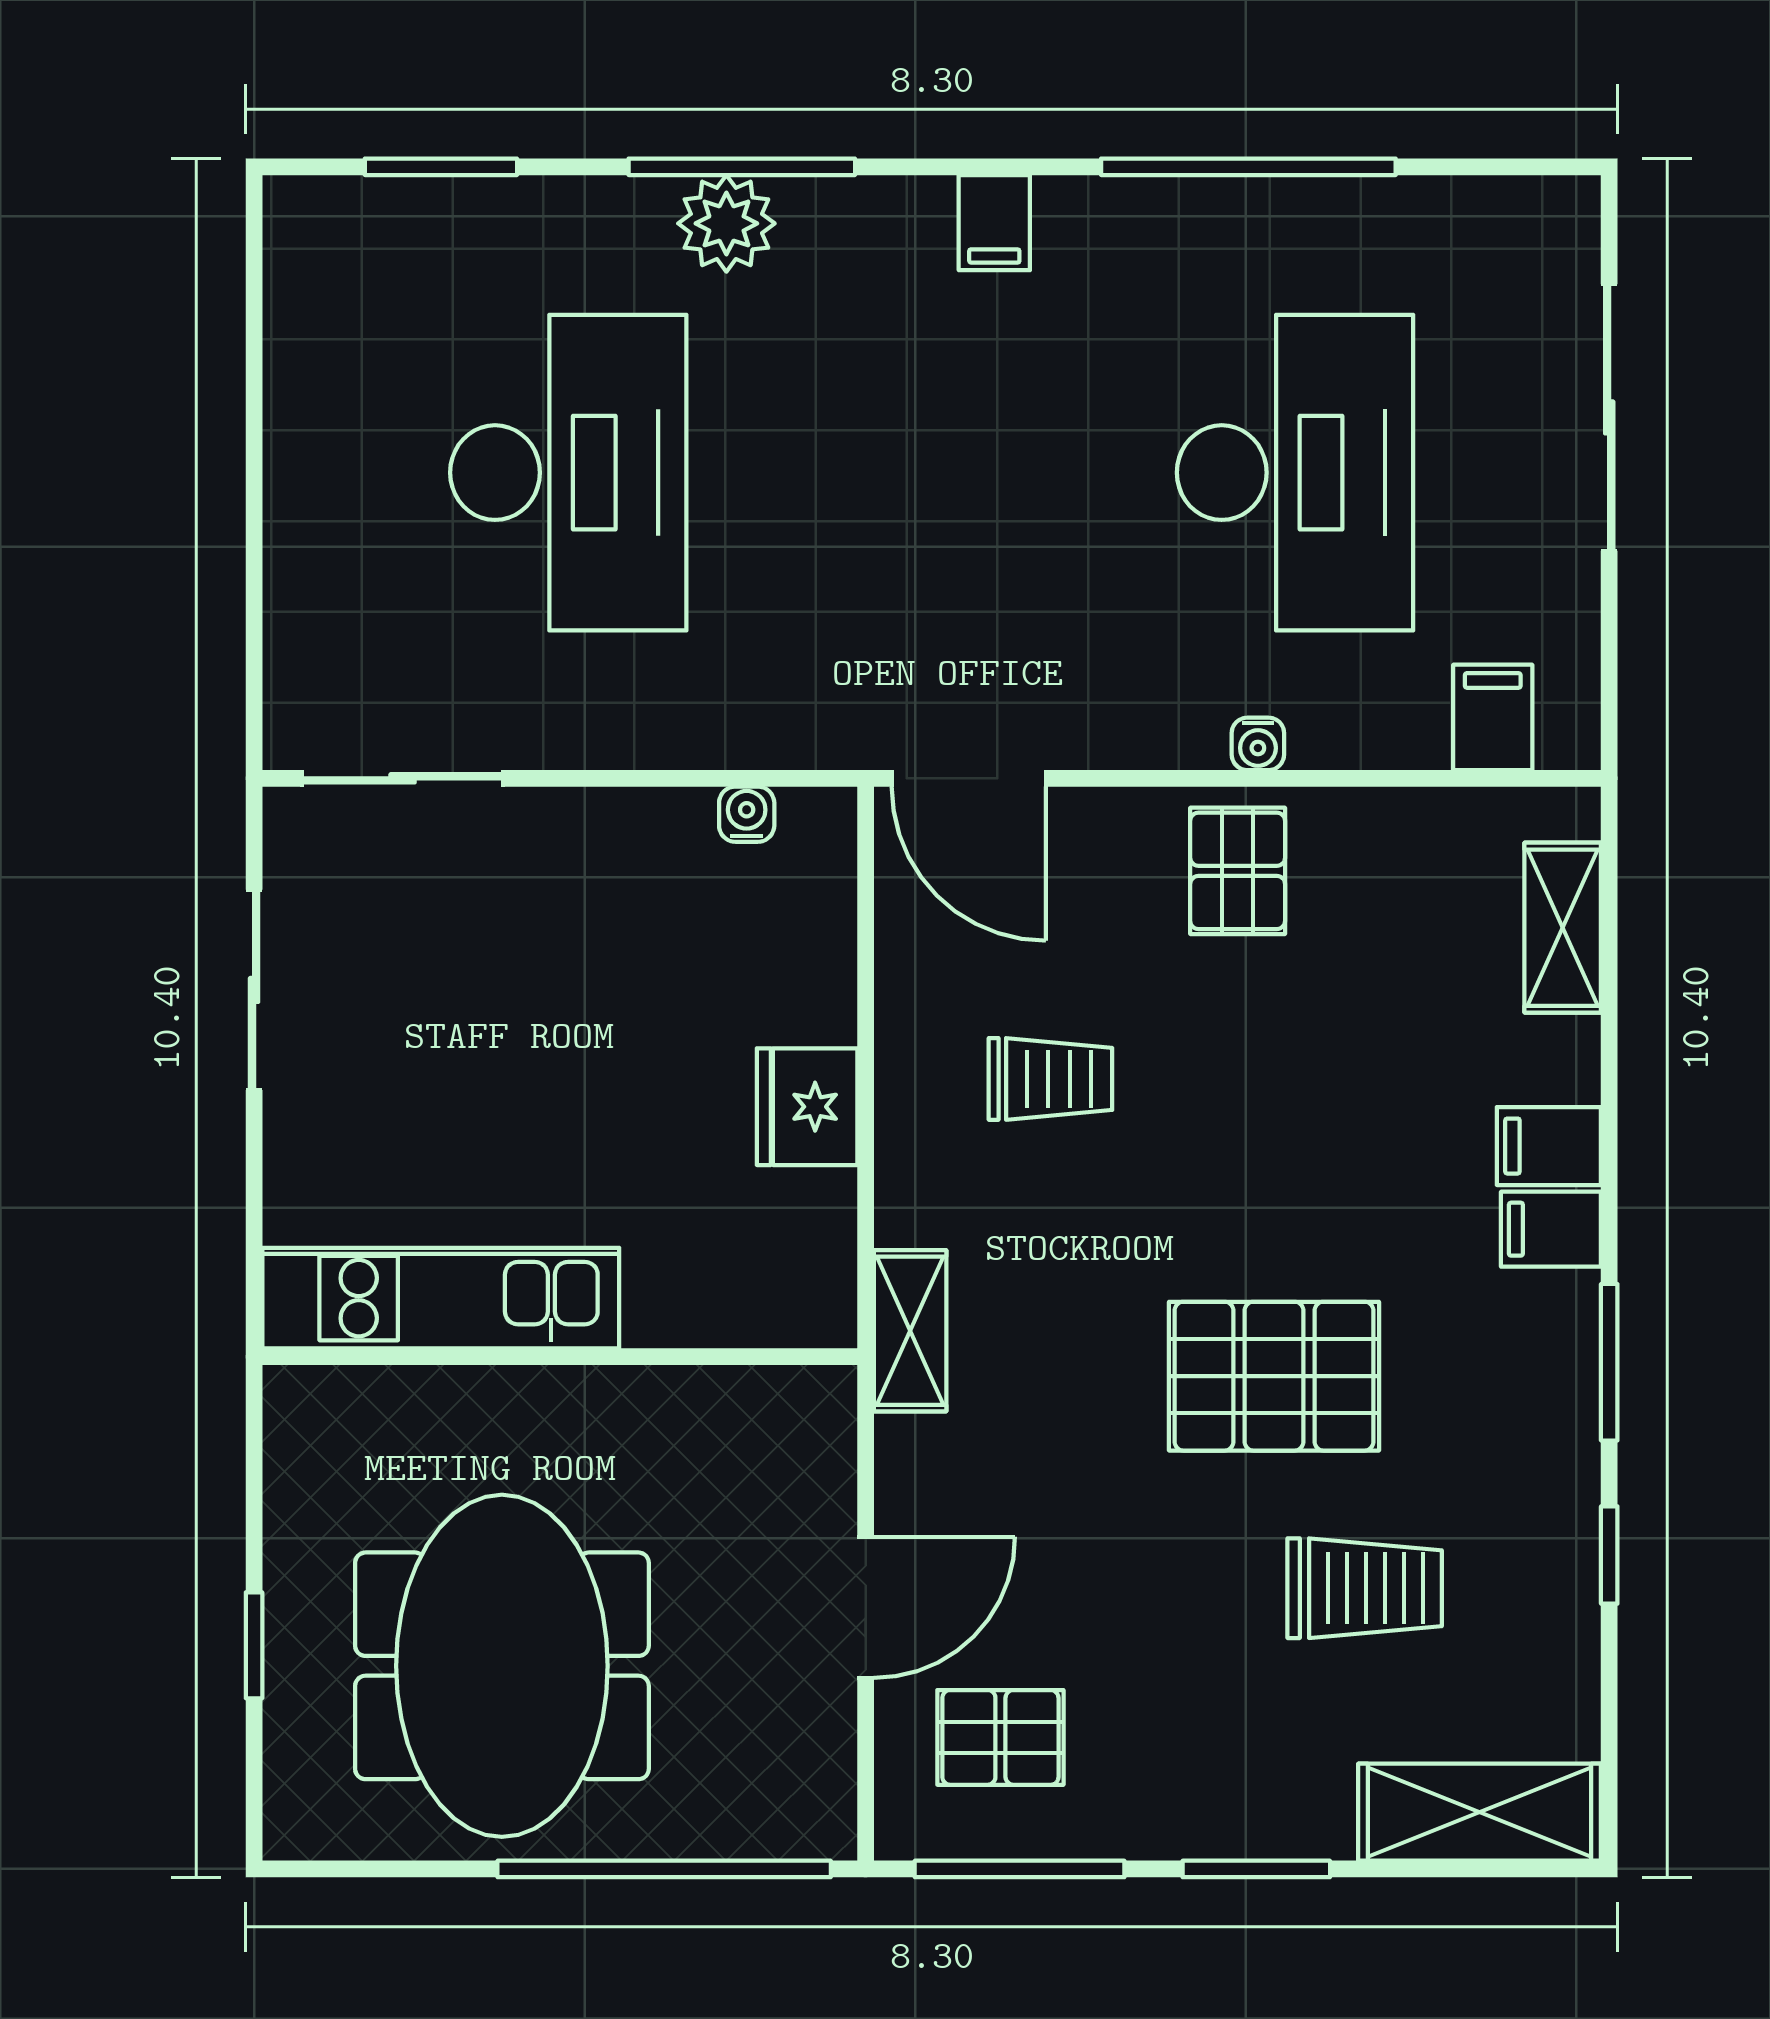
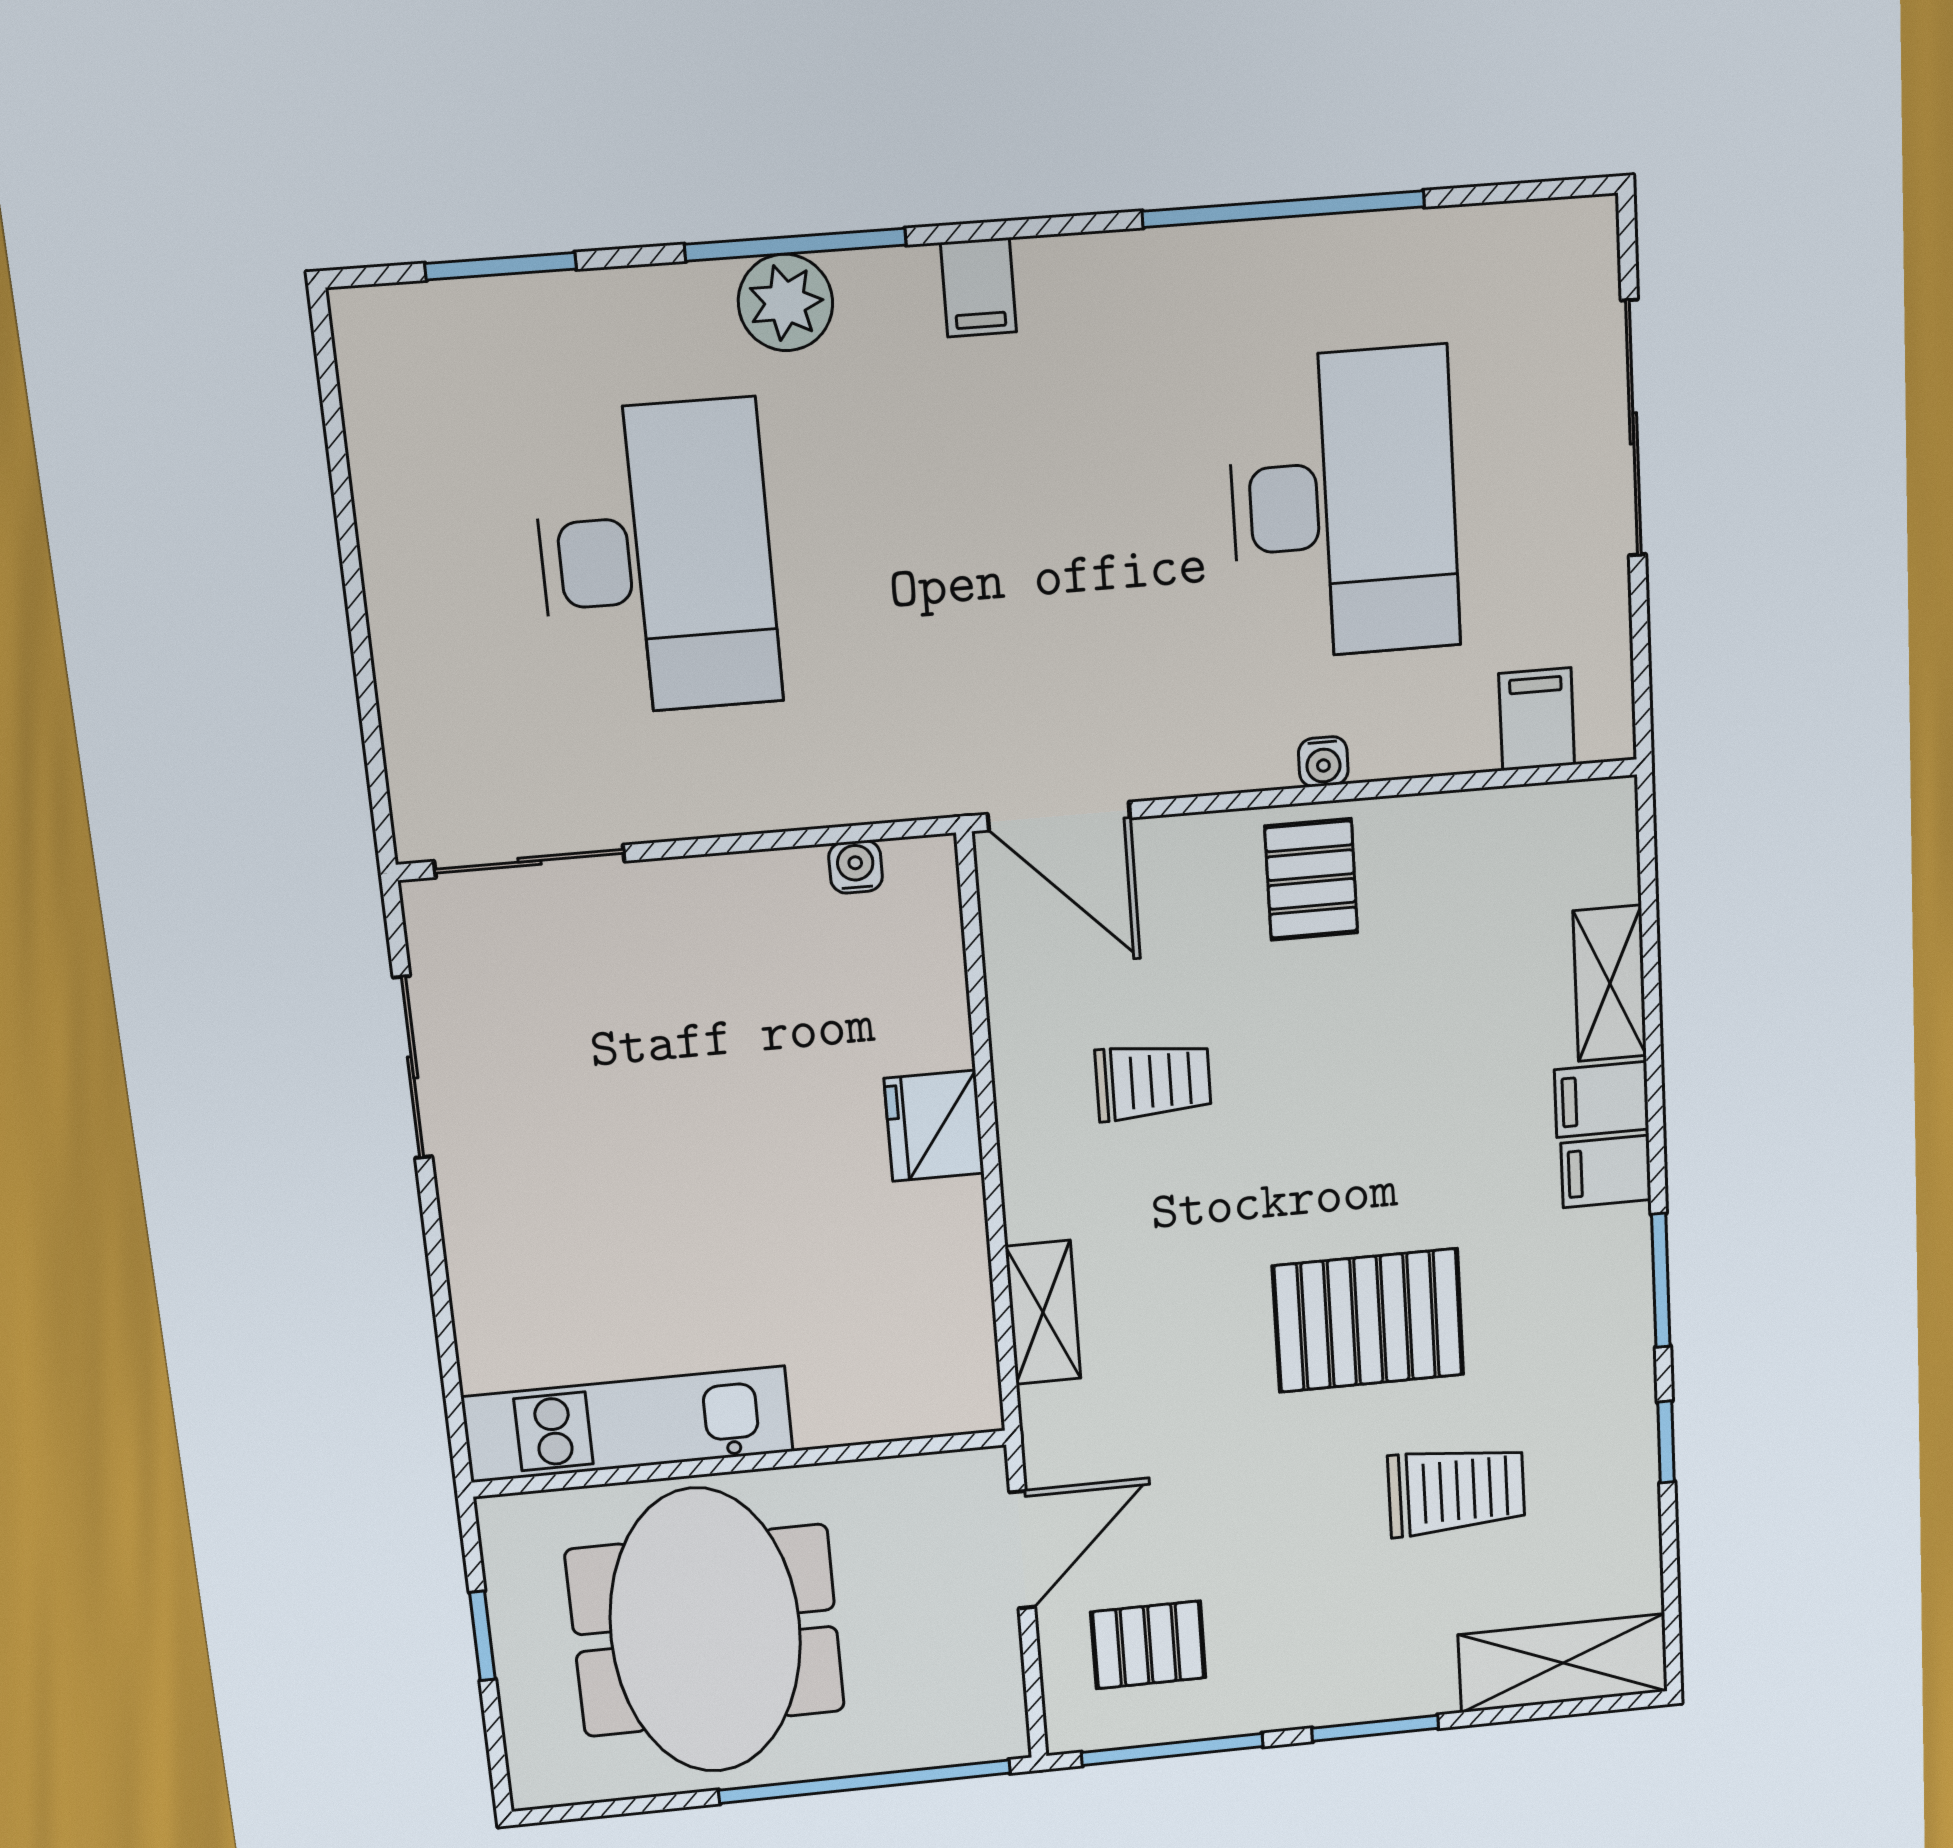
filing cabinet: (994, 223) -> (978, 287), moved
shelving: (1563, 928) -> (1610, 983), moved
kitchen unit: (441, 1298) -> (628, 1424), moved
wall: (560, 1357) -> (740, 1464), moved

